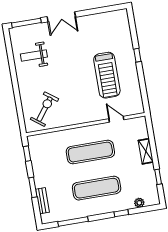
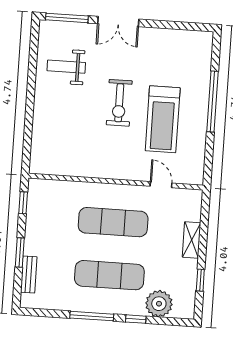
window: (137, 55) -> (213, 101), width x3.17
exercise bike: (45, 109) -> (119, 103), moved, turned 143
plant: (139, 203) -> (159, 304), width x1.88, depth x1.88
window: (73, 221) -> (92, 316), moved

